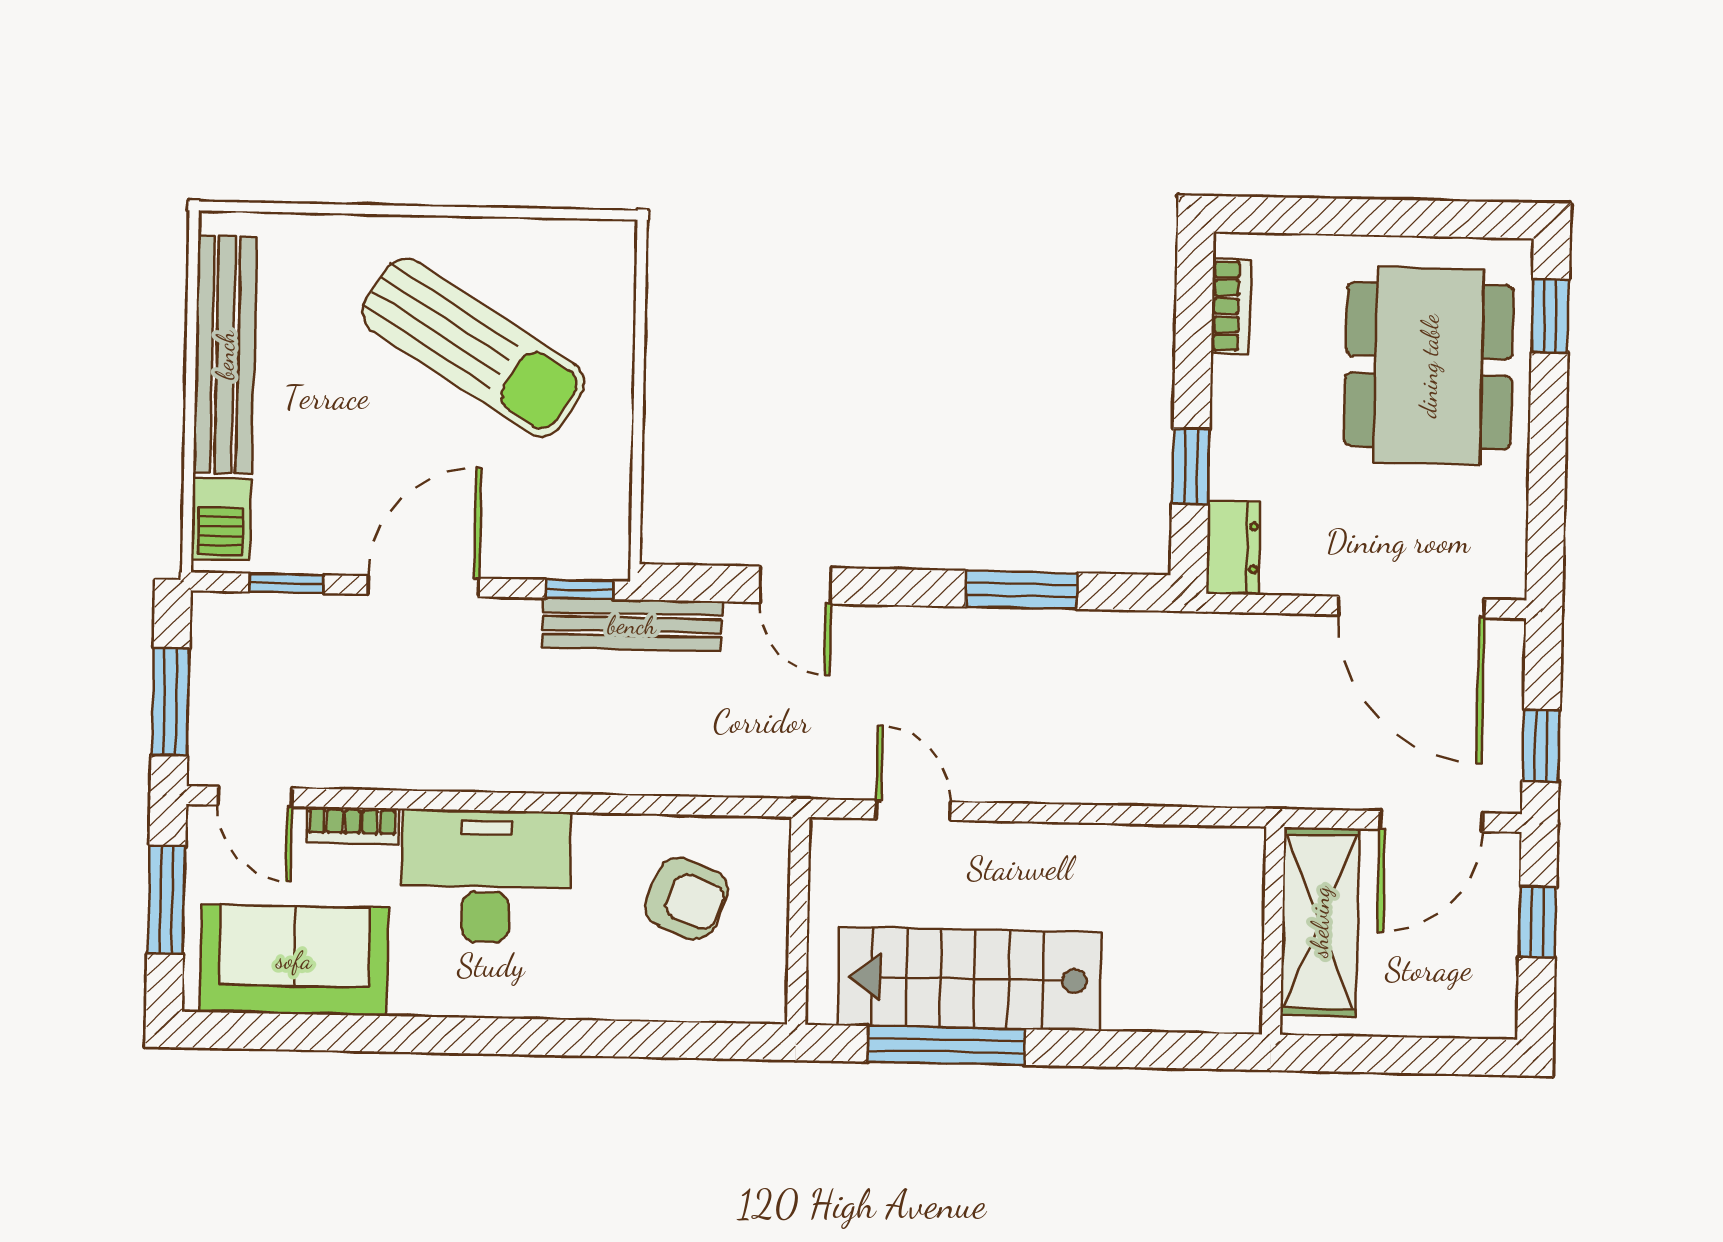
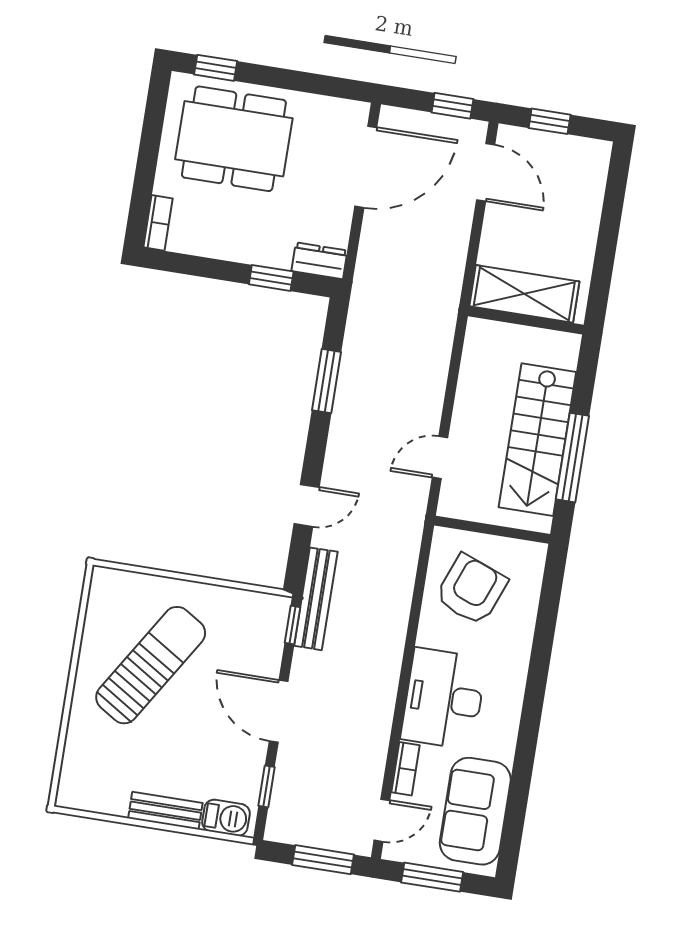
bookcase: (1231, 306) -> (158, 223), moved, turned 90
bench: (225, 355) -> (165, 811), width x0.54, depth x0.82
armchair: (686, 898) -> (471, 590), width x1.38, depth x1.38
shelving: (1320, 922) -> (524, 294), moved
wall: (1273, 931) -> (526, 320), moved

